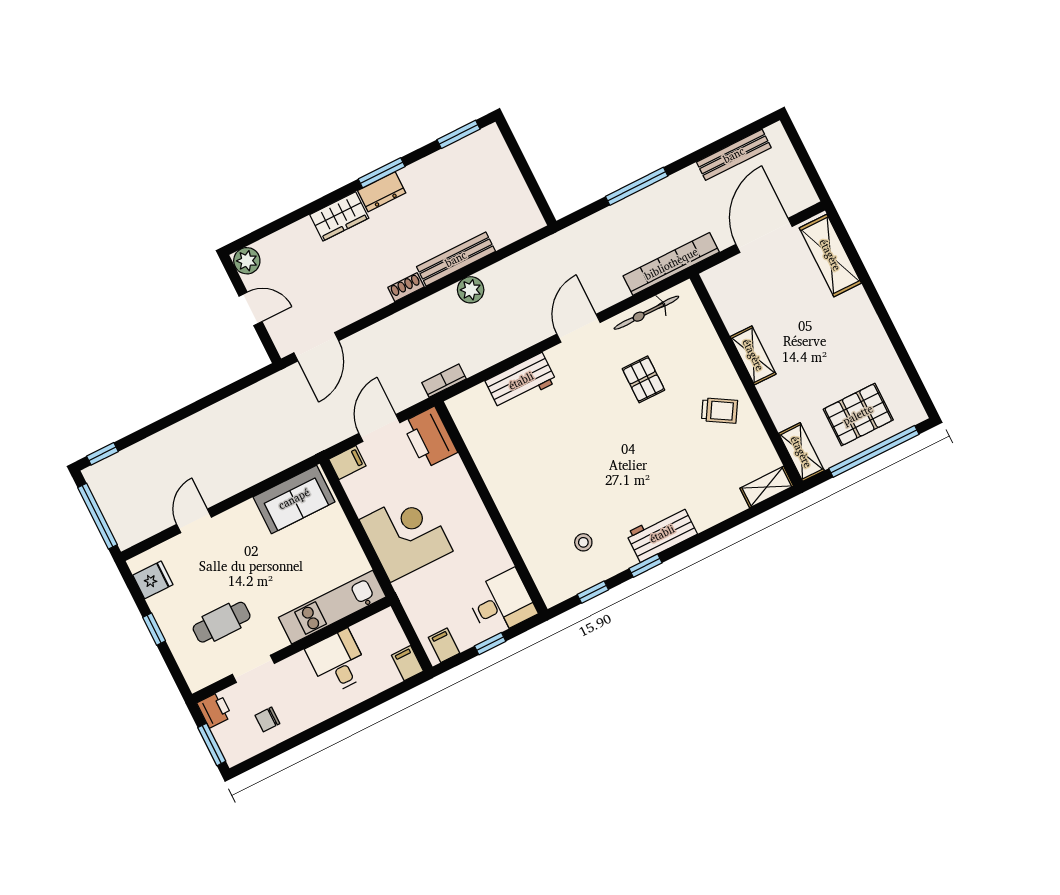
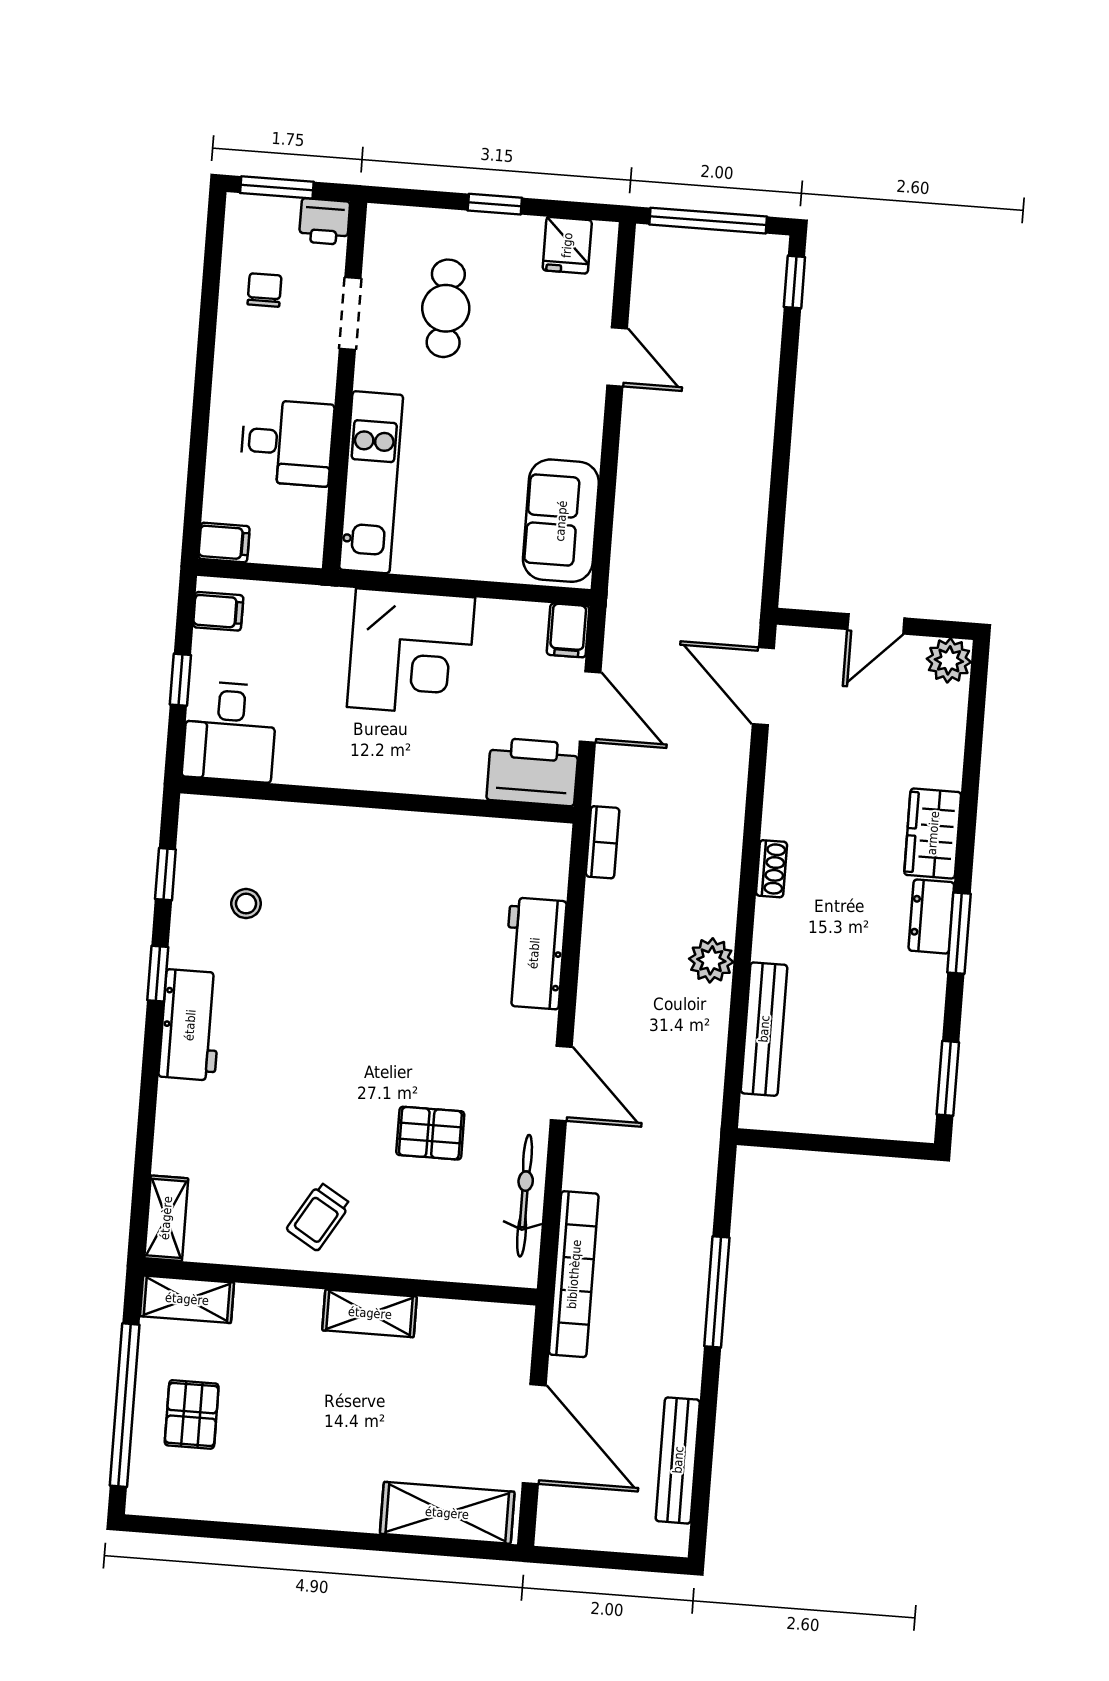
bench: (456, 259) -> (764, 1029), moved
pallet: (858, 415) -> (192, 1414), width x0.67, depth x0.71

